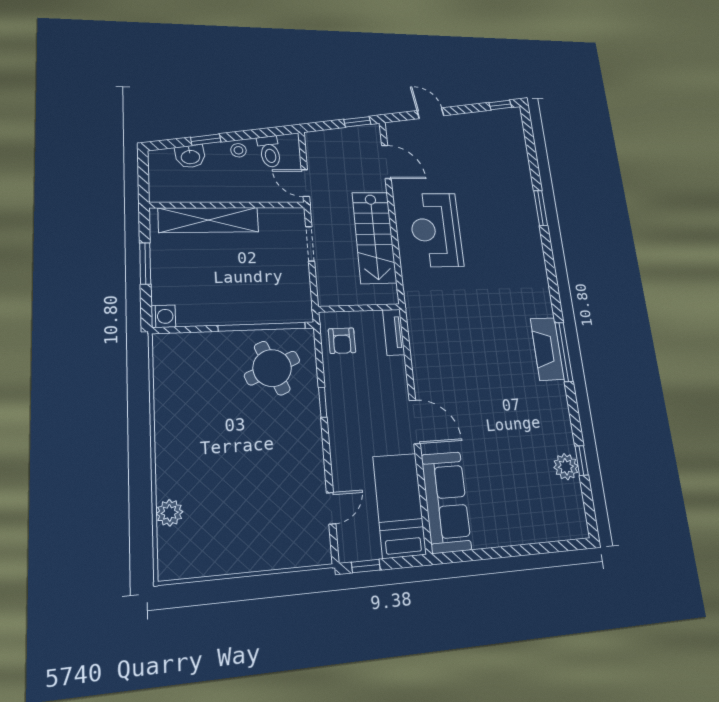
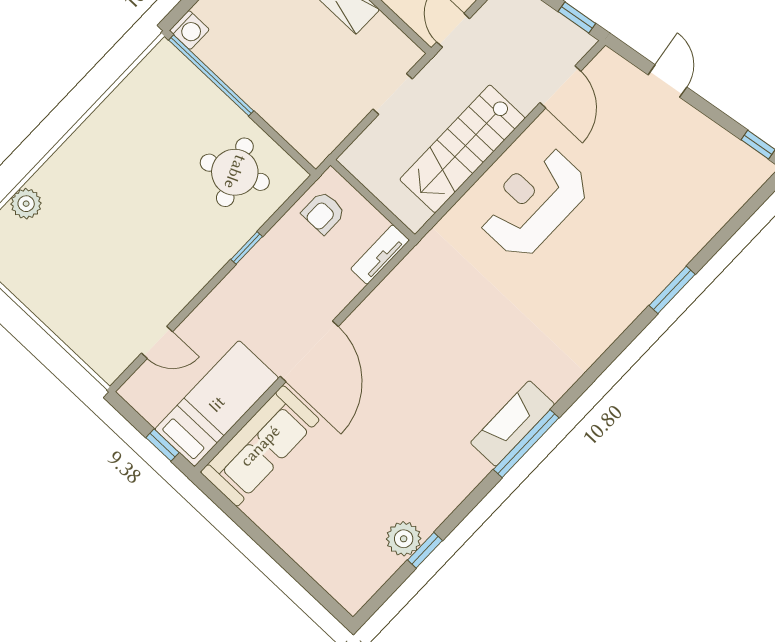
window: (262, 327) -> (211, 75), moved
door: (415, 422) -> (309, 351), width x1.36
window: (366, 566) -> (163, 445), moved

